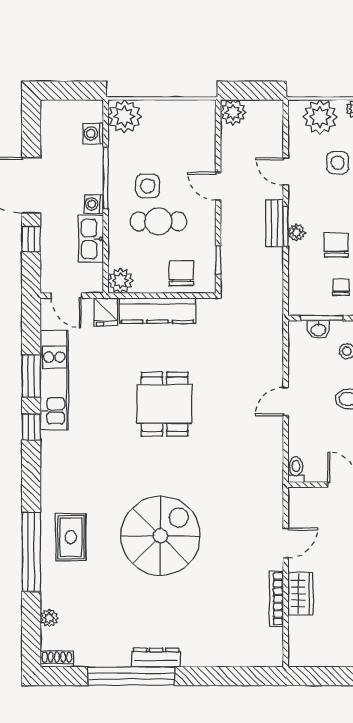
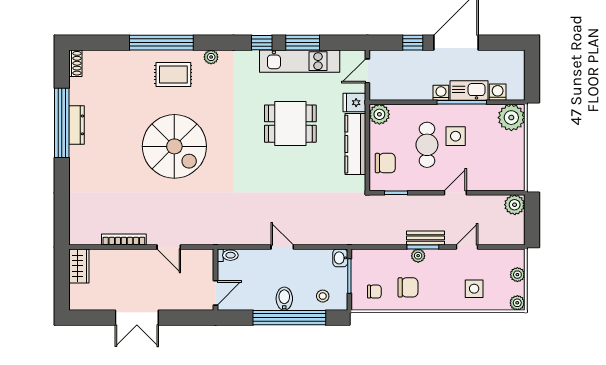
plant: (320, 117) -> (517, 275), width x0.53, depth x0.53
kitchen sink: (91, 239) -> (469, 91), moved
washbasin: (318, 329) -> (340, 258), moved
dining table: (165, 404) -> (290, 124), moved
wardrobe: (300, 594) -> (79, 266), moved, turned -90
plant: (49, 618) -> (211, 57), moved
dresser: (156, 658) -> (77, 125), moved

